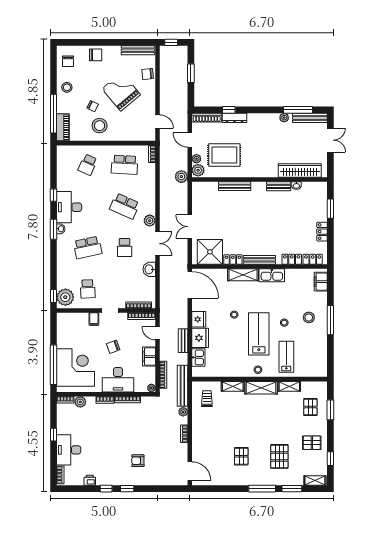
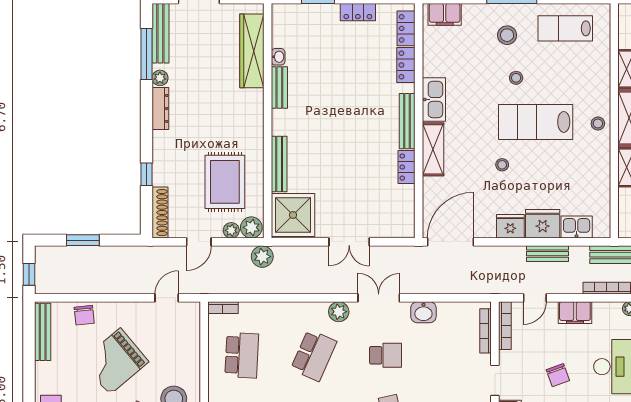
dresser: (235, 118) -> (160, 108), moved
shower: (210, 252) -> (293, 215), moved
lab bench: (286, 357) -> (565, 28), moved

